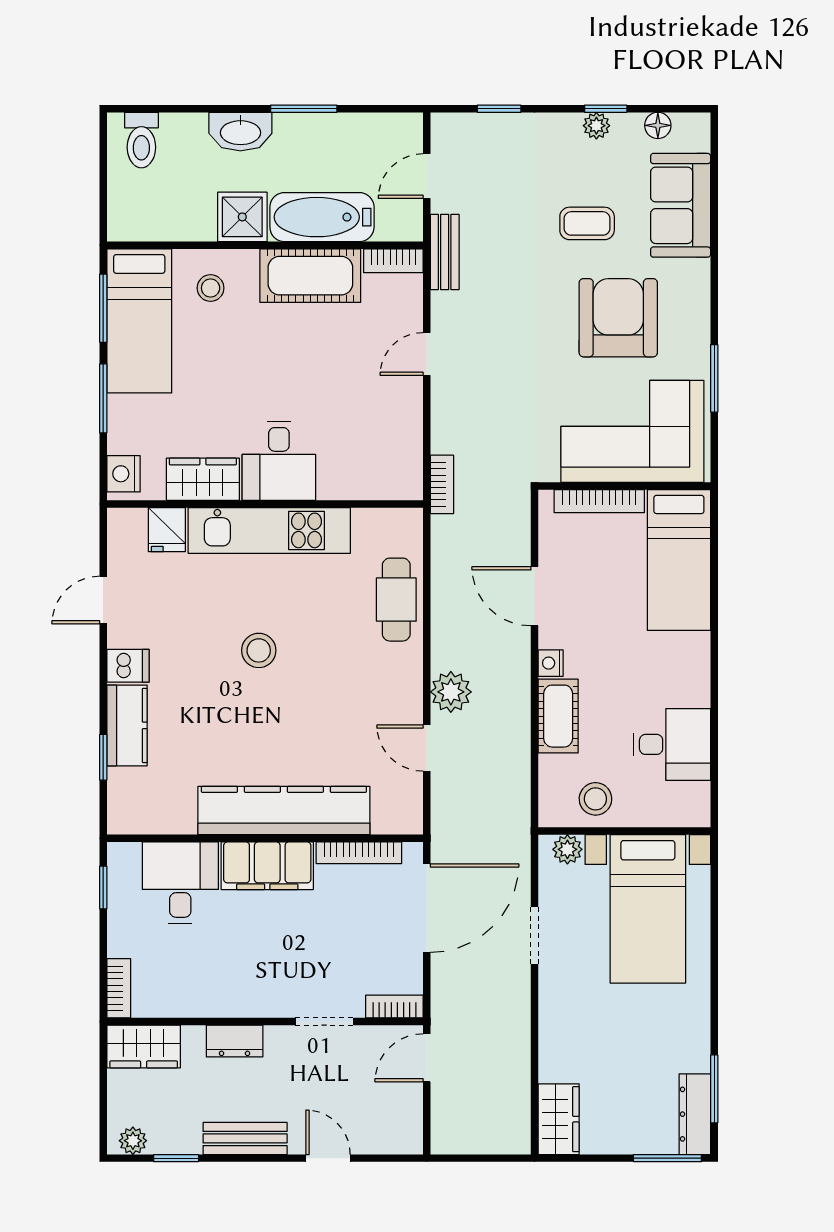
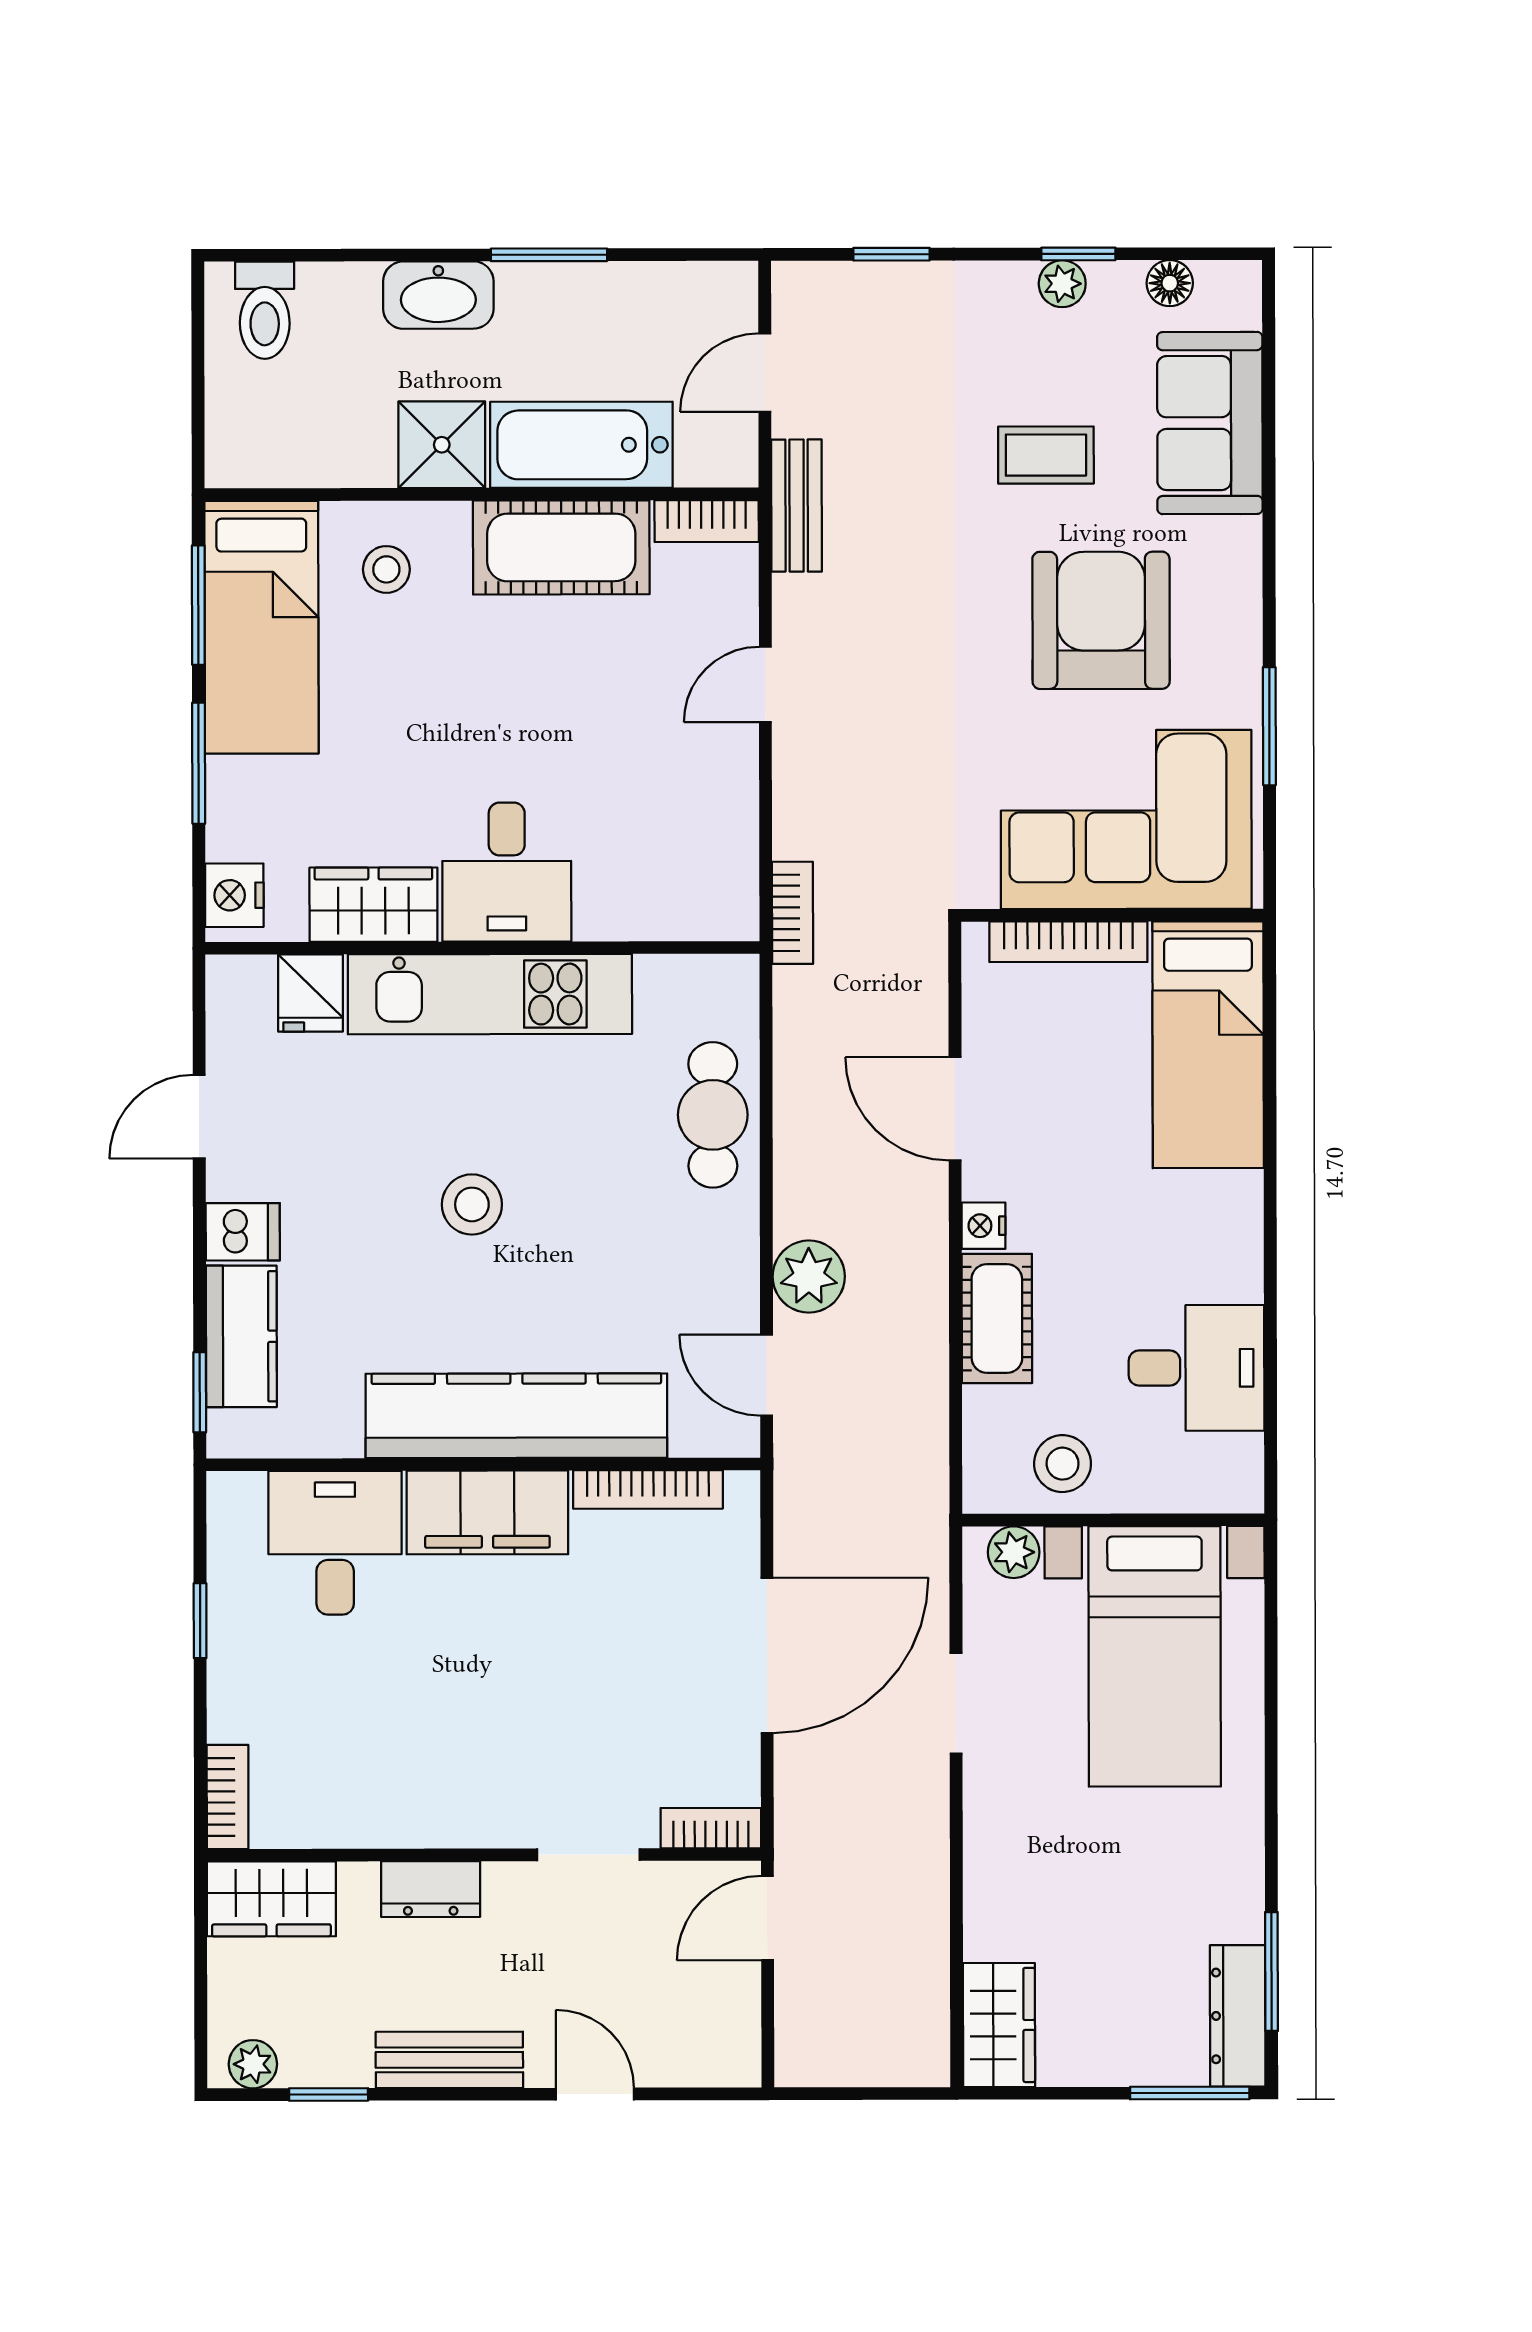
kitchen counter: (284, 811) -> (516, 1416), moved
wall: (265, 838) -> (483, 1464), moved
bookcase: (359, 853) -> (648, 1490), moved
filing cabinet: (267, 866) -> (487, 1512), moved
desk: (180, 883) -> (335, 1543), moved

